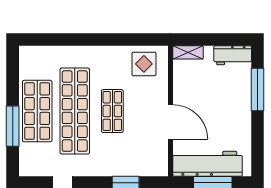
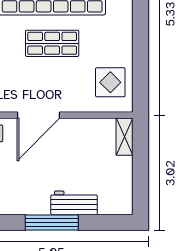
workbench: (233, 55) -> (74, 203), moved, turned 90
window: (258, 89) -> (52, 222), moved

